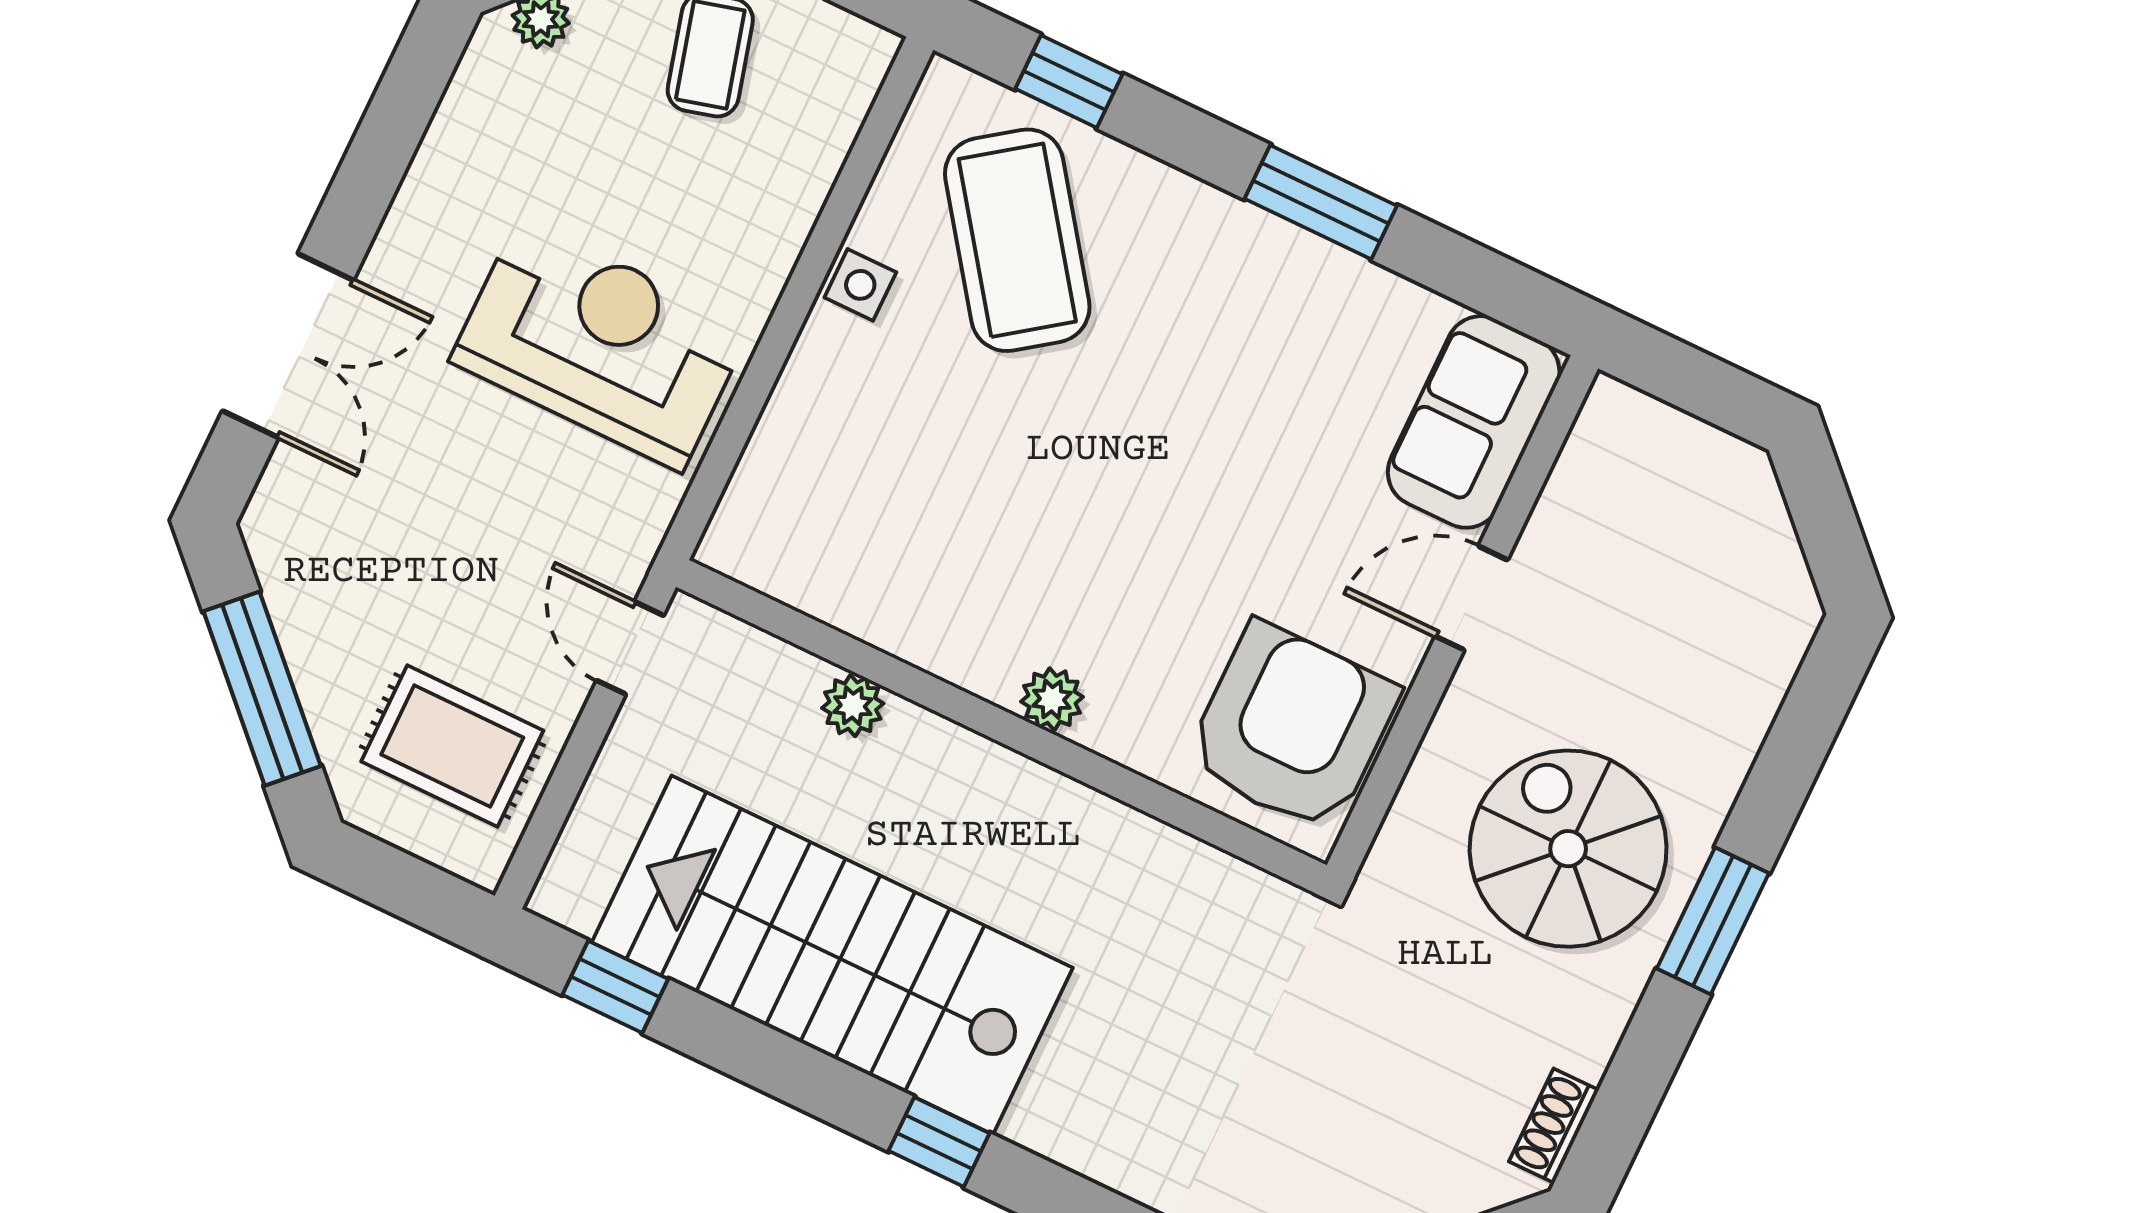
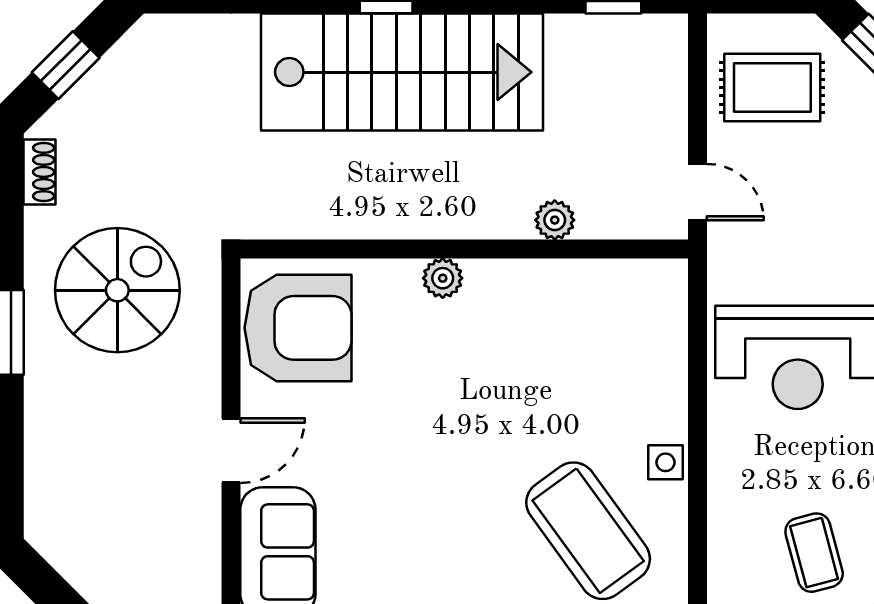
armchair: (1292, 727) -> (298, 328), turned -90
spiral stairs: (1568, 849) -> (117, 290), moved, turned -90
stairs: (832, 955) -> (402, 72), moved

